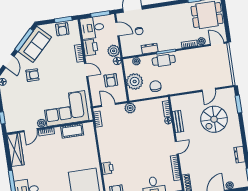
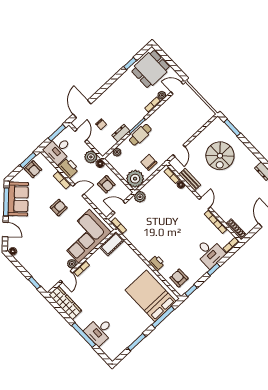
door: (117, 29) -> (81, 136), hinge flipped
armchair: (32, 75) -> (59, 208), moved
plant: (135, 81) -> (135, 179), moved
door: (209, 90) -> (179, 151), moved
cot: (72, 131) -> (112, 244), moved

